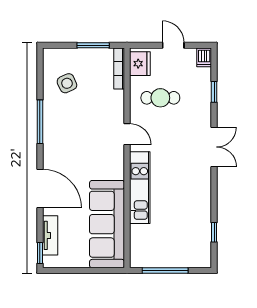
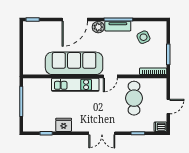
fridge: (140, 64) -> (64, 125), moved, turned 180
cafe table: (160, 98) -> (134, 98), width x1.37, depth x1.35
plant: (52, 153) -> (98, 27), added
sofa: (107, 224) -> (74, 63), moved
tv unit: (50, 235) -> (118, 26), moved

